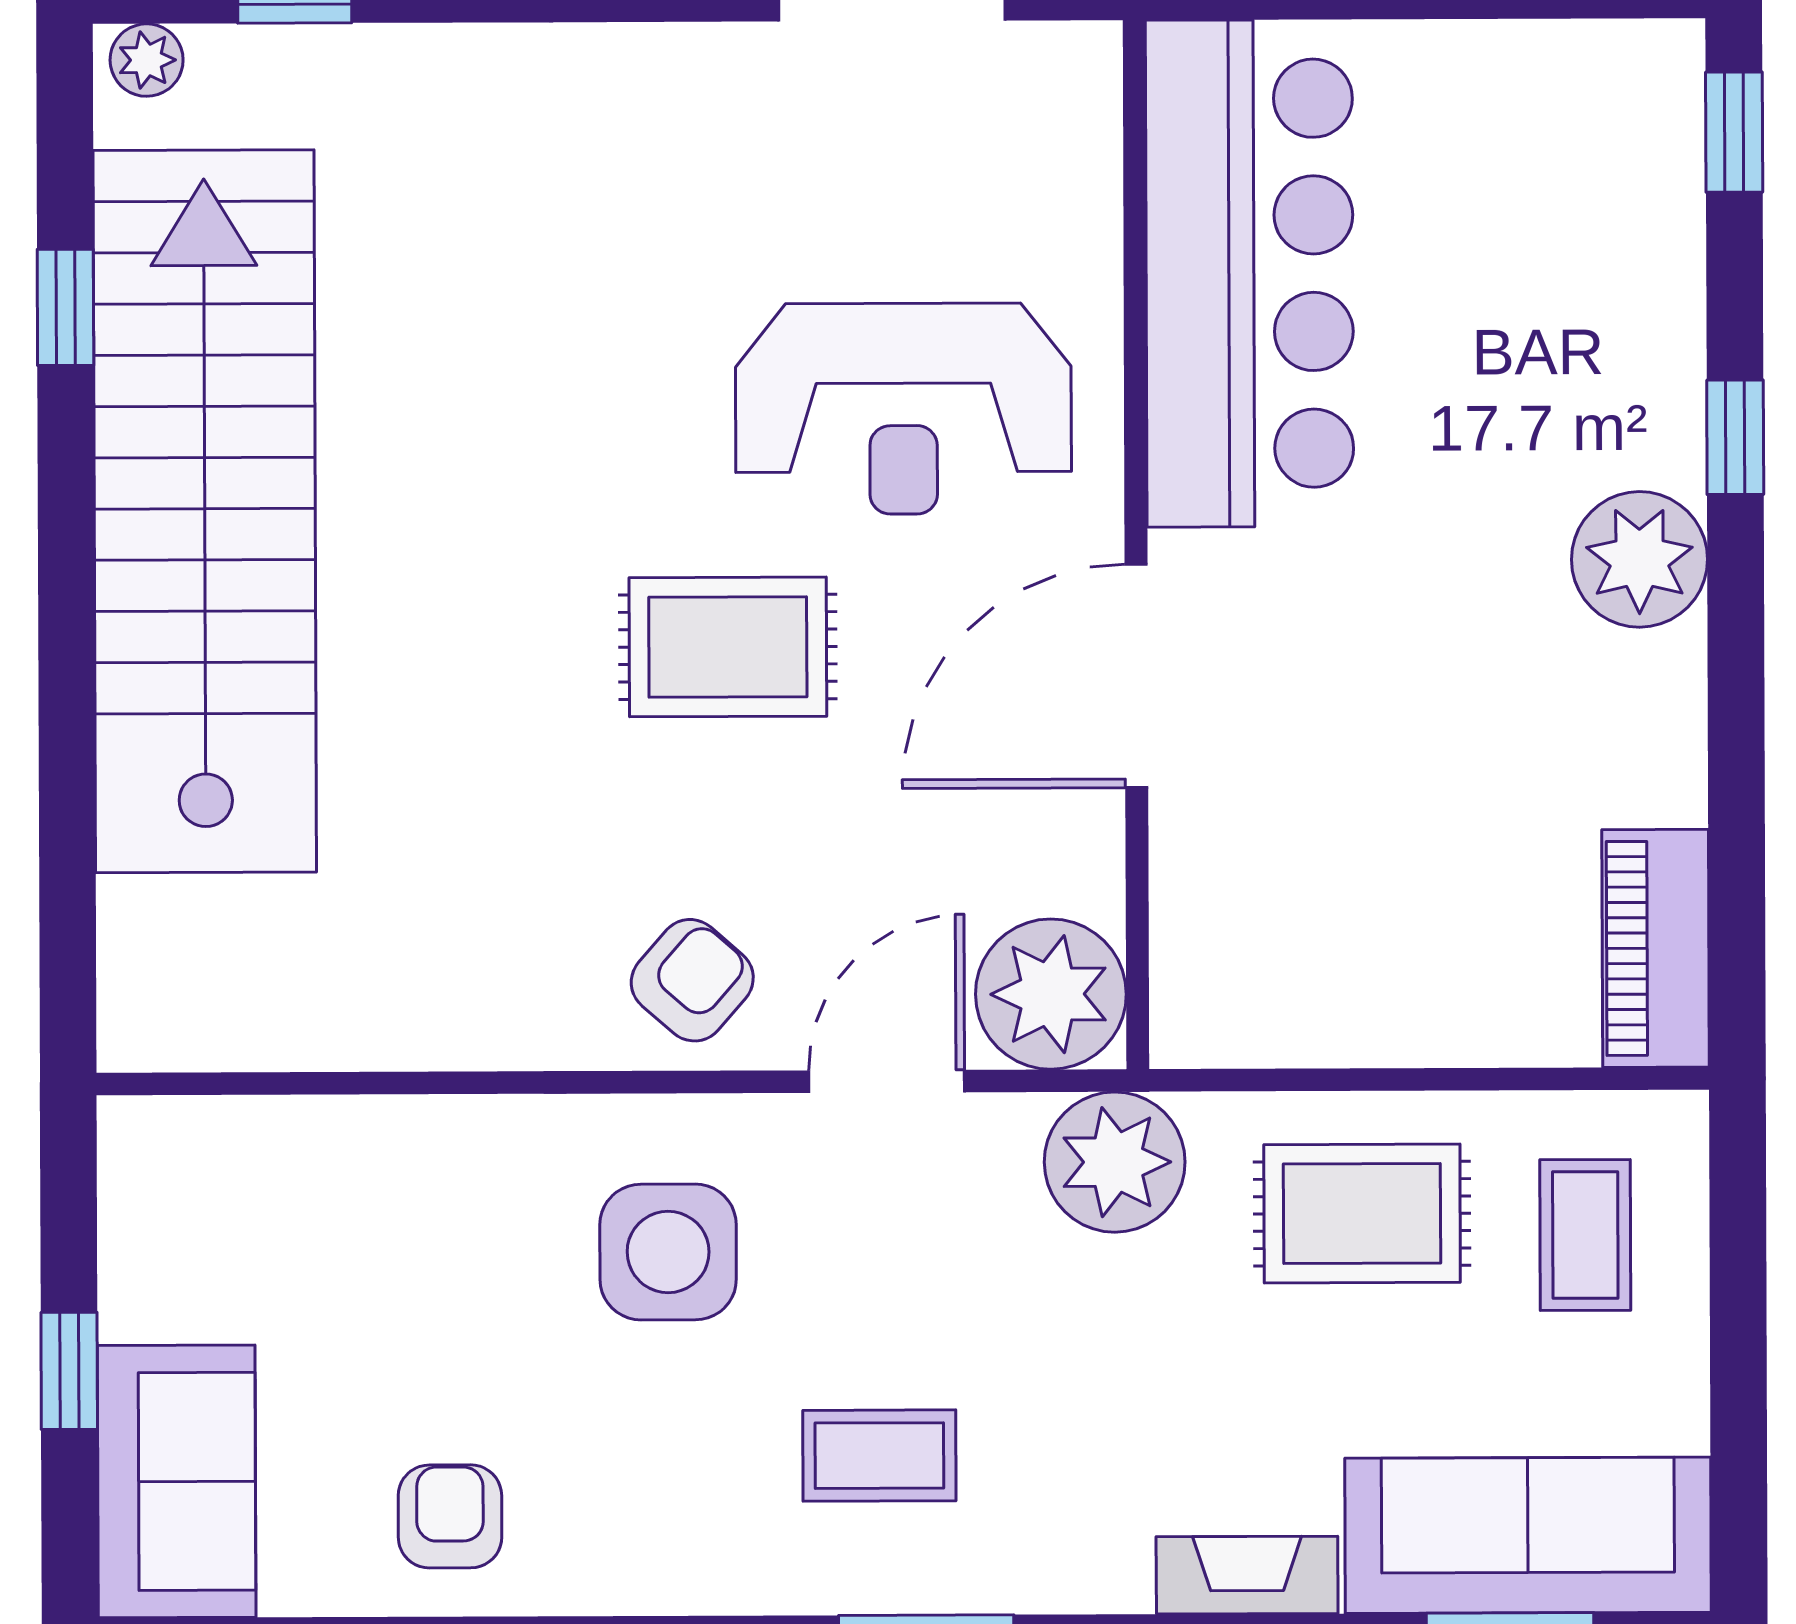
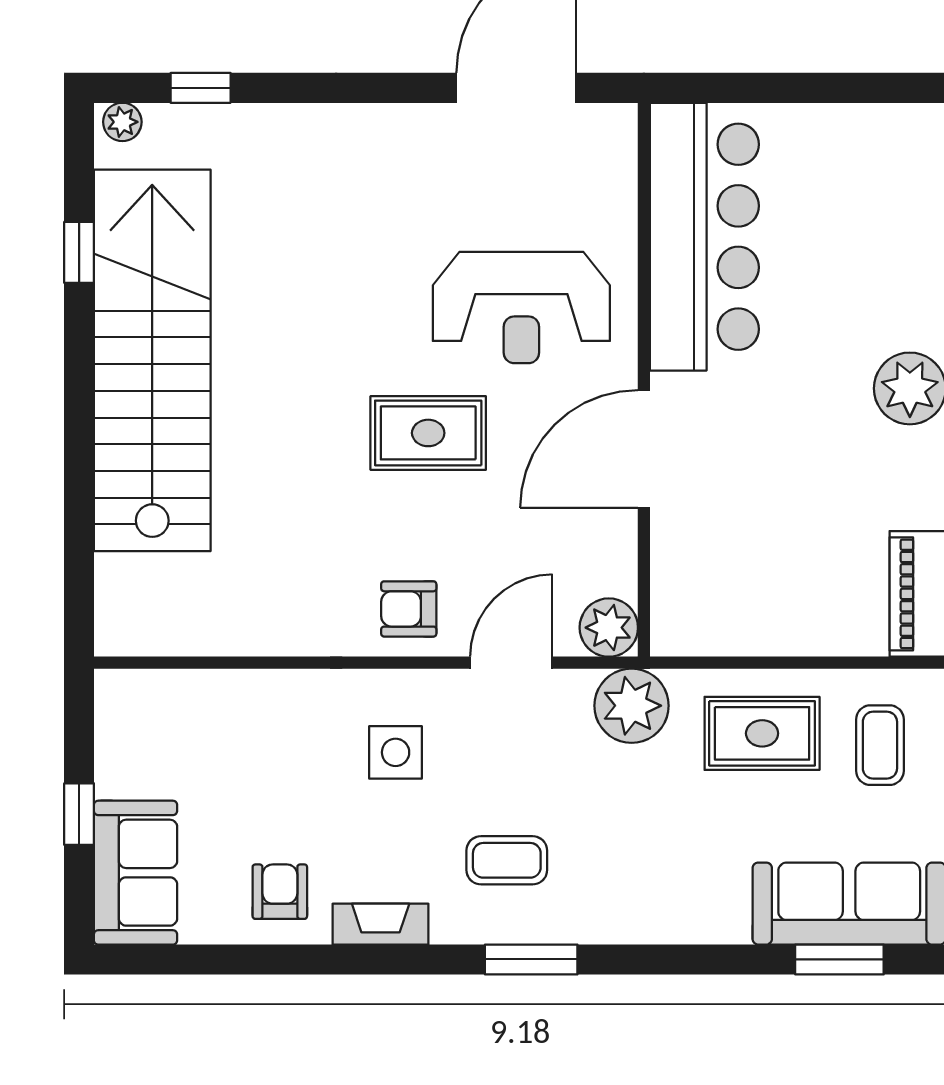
armchair: (692, 980) -> (409, 609), turned -131
plant: (1051, 994) -> (609, 628), width x0.73, depth x0.73
side table: (668, 1252) -> (396, 752), width x0.73, depth x0.73
fireplace: (1247, 1575) -> (381, 924), moved

